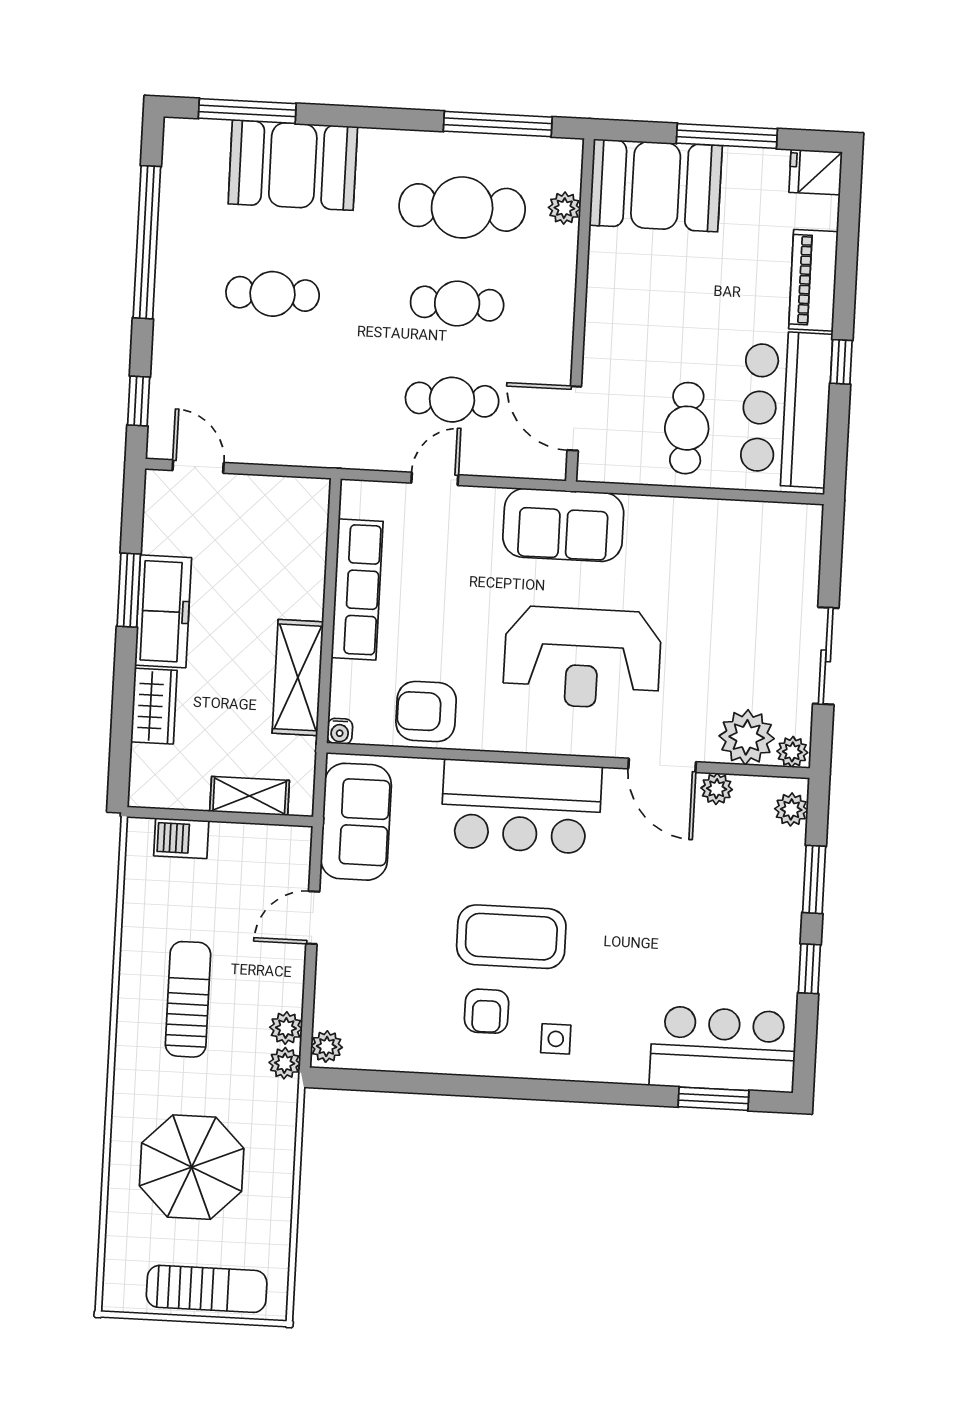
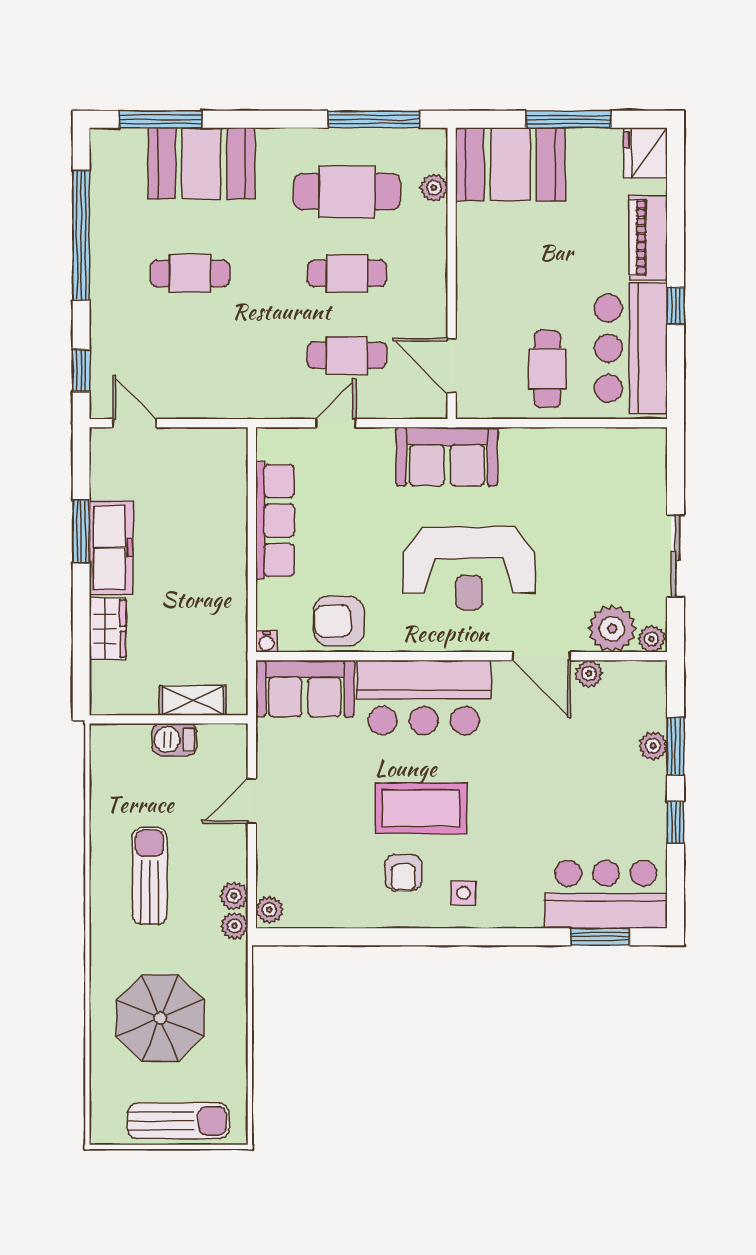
fridge: (816, 172) -> (645, 153), width x1.38
shelving: (298, 677) -> (228, 598), removed
plant: (791, 809) -> (653, 746), moved
sofa: (356, 822) -> (305, 689), moved, turned 90
barbecue: (181, 838) -> (174, 740), moved

